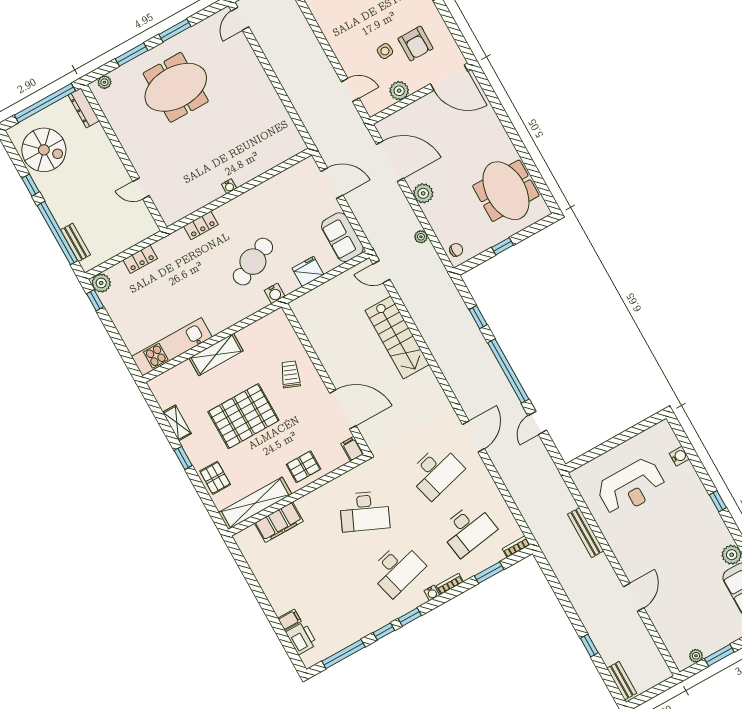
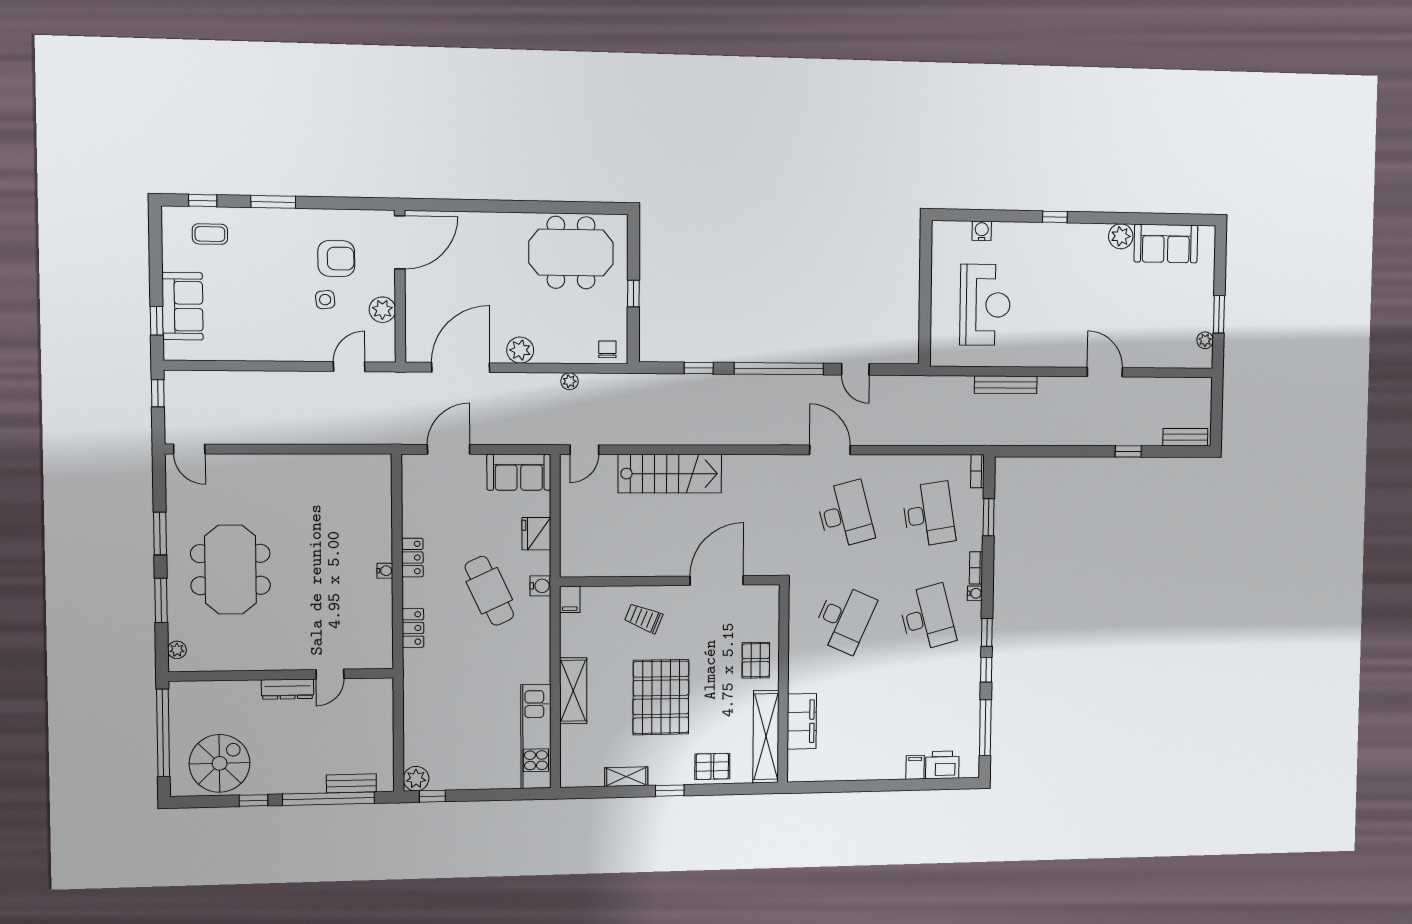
dresser: (84, 108) -> (288, 689), moved
locker: (140, 259) -> (412, 558), moved
filing cabinet: (352, 449) -> (570, 599), moved, turned -90

